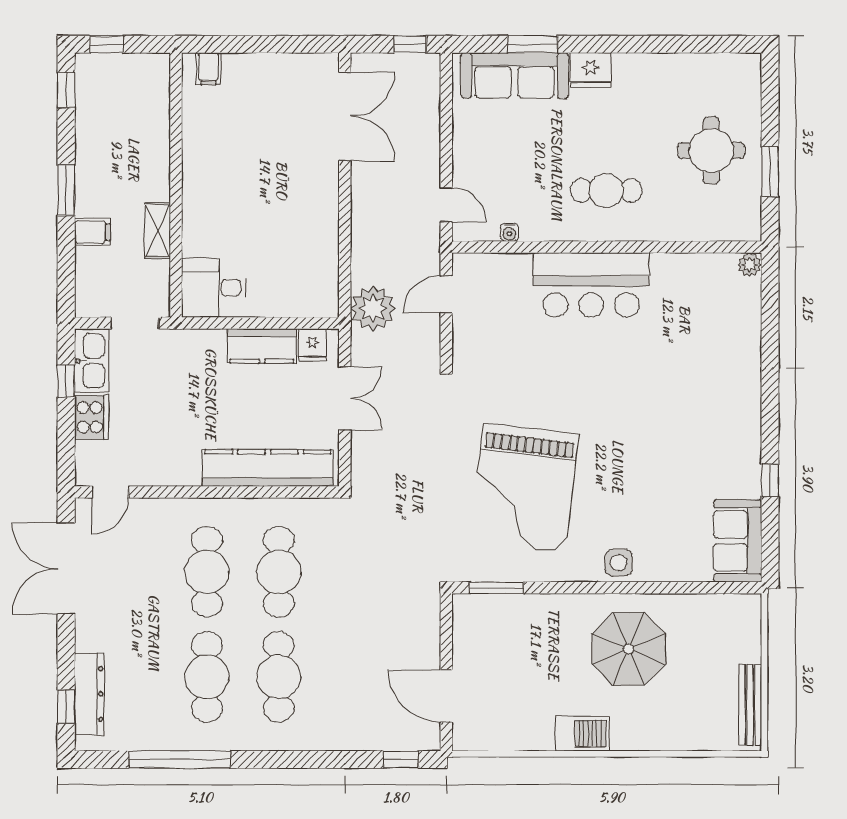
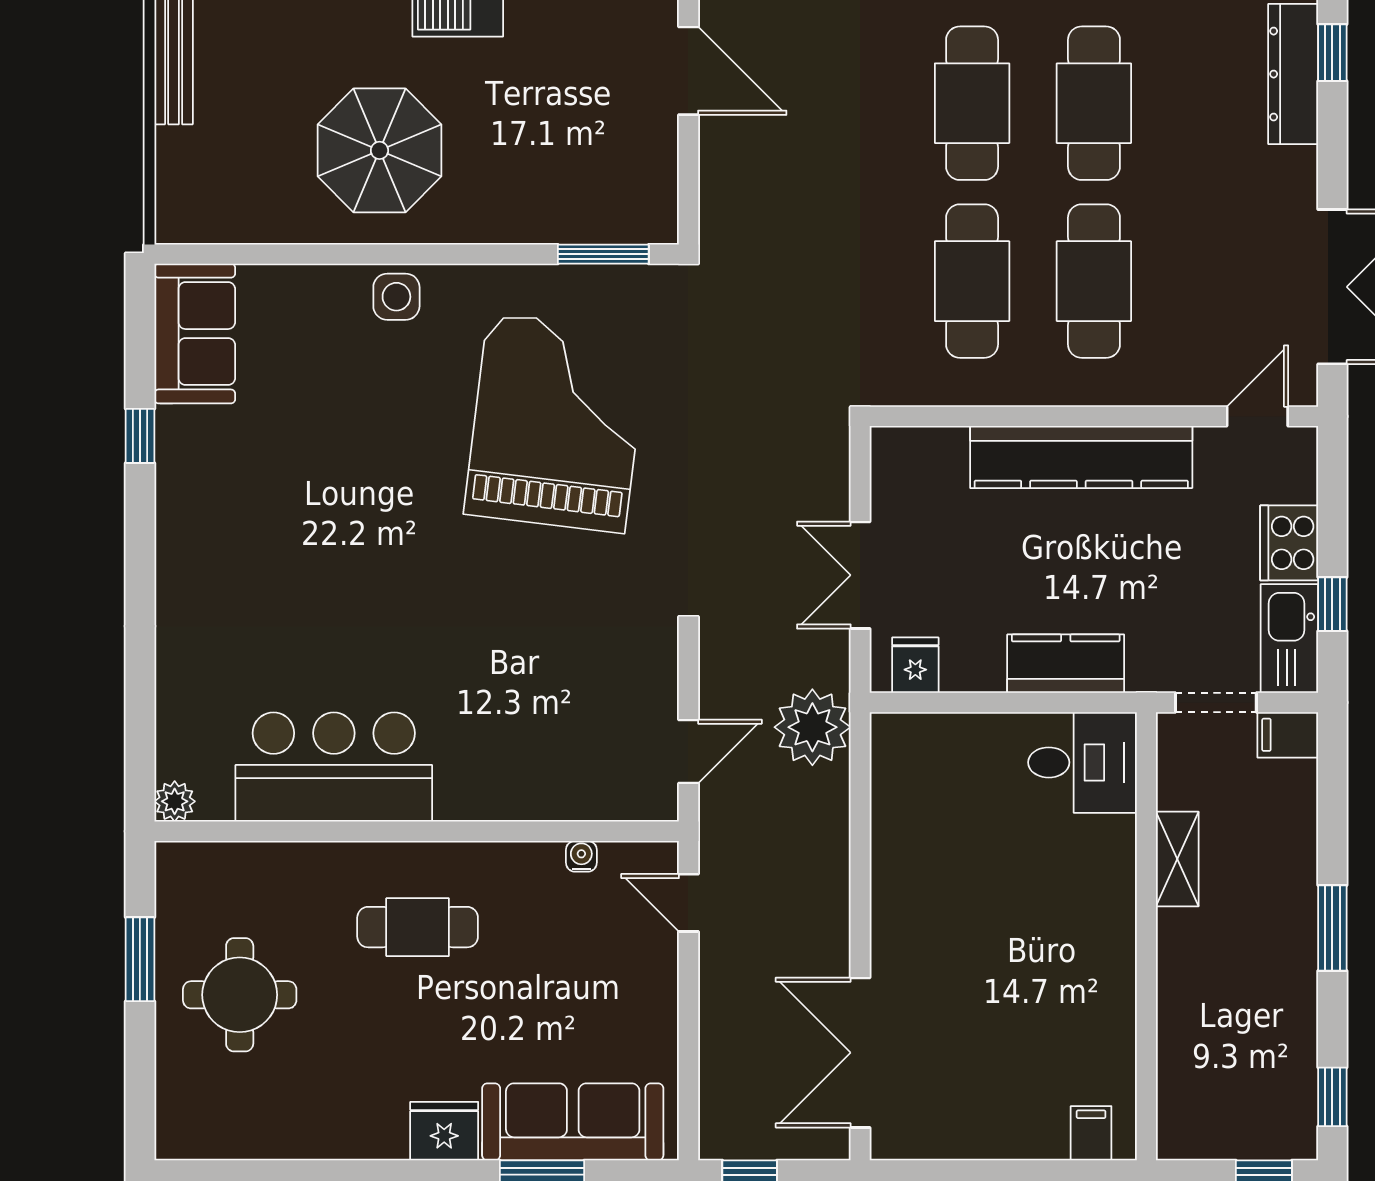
filing cabinet: (92, 232) -> (1288, 735), moved
bar counter: (591, 285) -> (334, 767), moved
kitchen counter: (262, 346) -> (1066, 664), moved
kitchen counter: (268, 468) -> (1081, 457), moved

